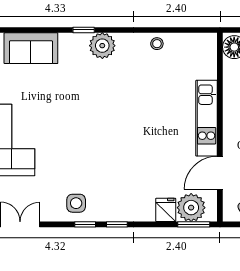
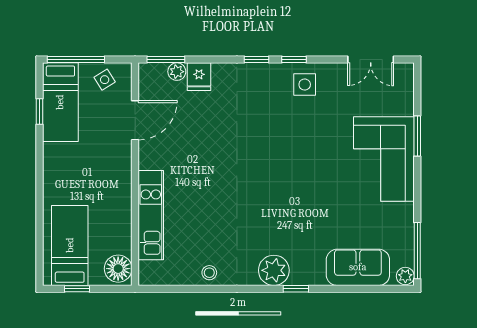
kitchen unit: (207, 118) -> (151, 215), moved
plant: (191, 208) -> (177, 72), width x0.53, depth x0.53

